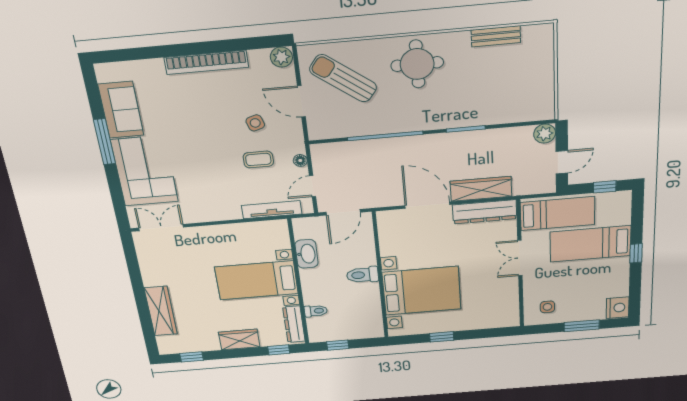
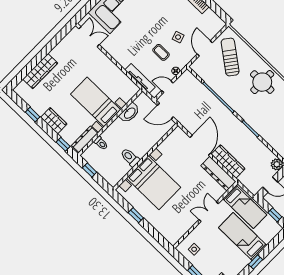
plant: (281, 57) -> (218, 24), removed
toilet: (363, 275) -> (130, 157), moved
window: (192, 357) -> (33, 114), moved

